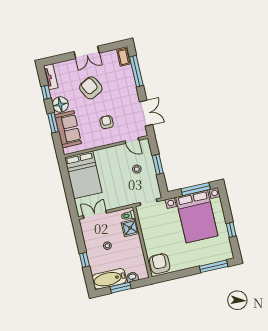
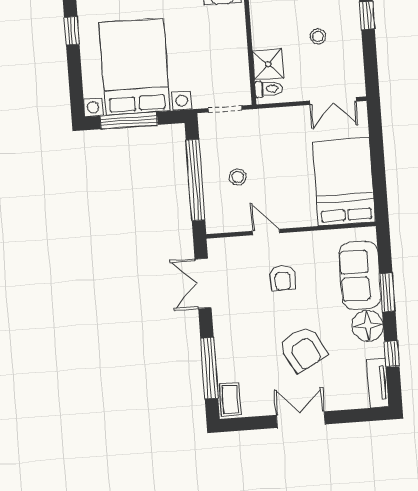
door: (132, 141) -> (266, 232), moved
window: (158, 164) -> (195, 180), width x2.11

